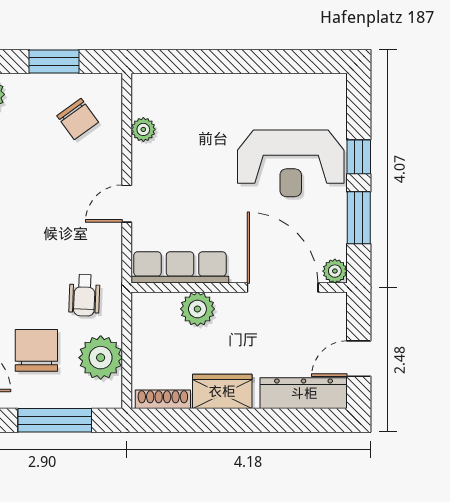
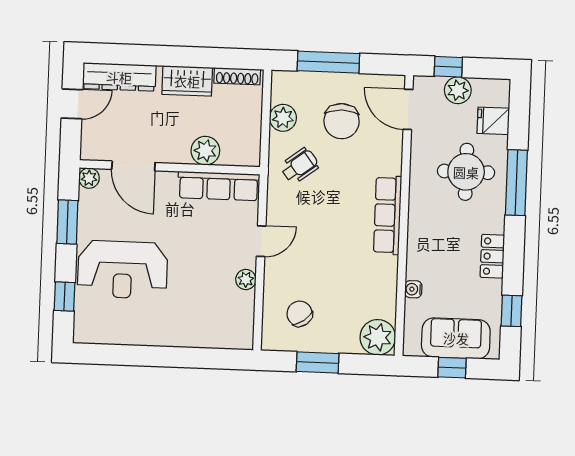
plant: (143, 129) -> (246, 280), moved
window: (359, 157) -> (65, 296), moved
reception desk: (291, 163) -> (123, 270), turned 180
door: (283, 288) -> (133, 166), width x0.73
wheelchair: (84, 295) -> (300, 166), turned 51
plant: (101, 358) -> (283, 118), width x0.73, depth x0.73

